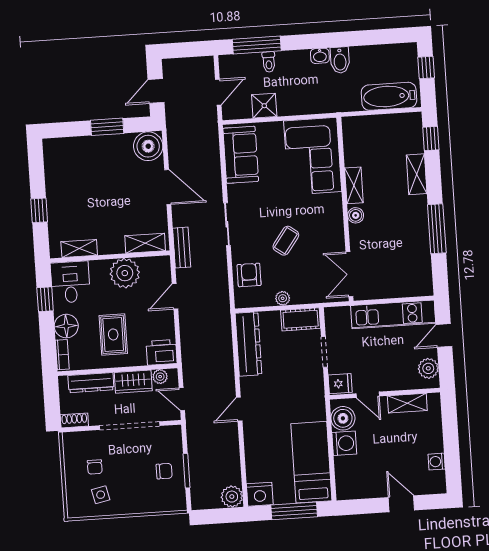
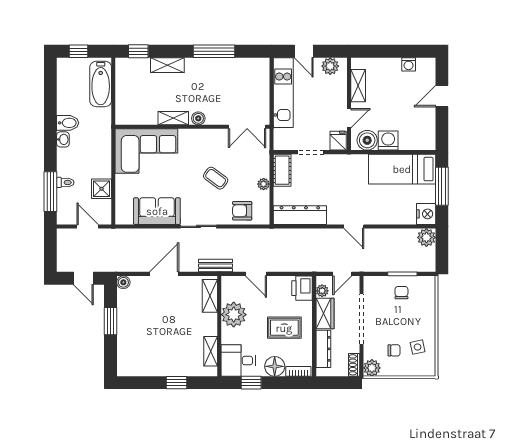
boiler: (148, 146) -> (123, 282), width x0.54, depth x0.54
sofa: (241, 155) -> (157, 211), moved
plant: (72, 442) -> (372, 368), added

